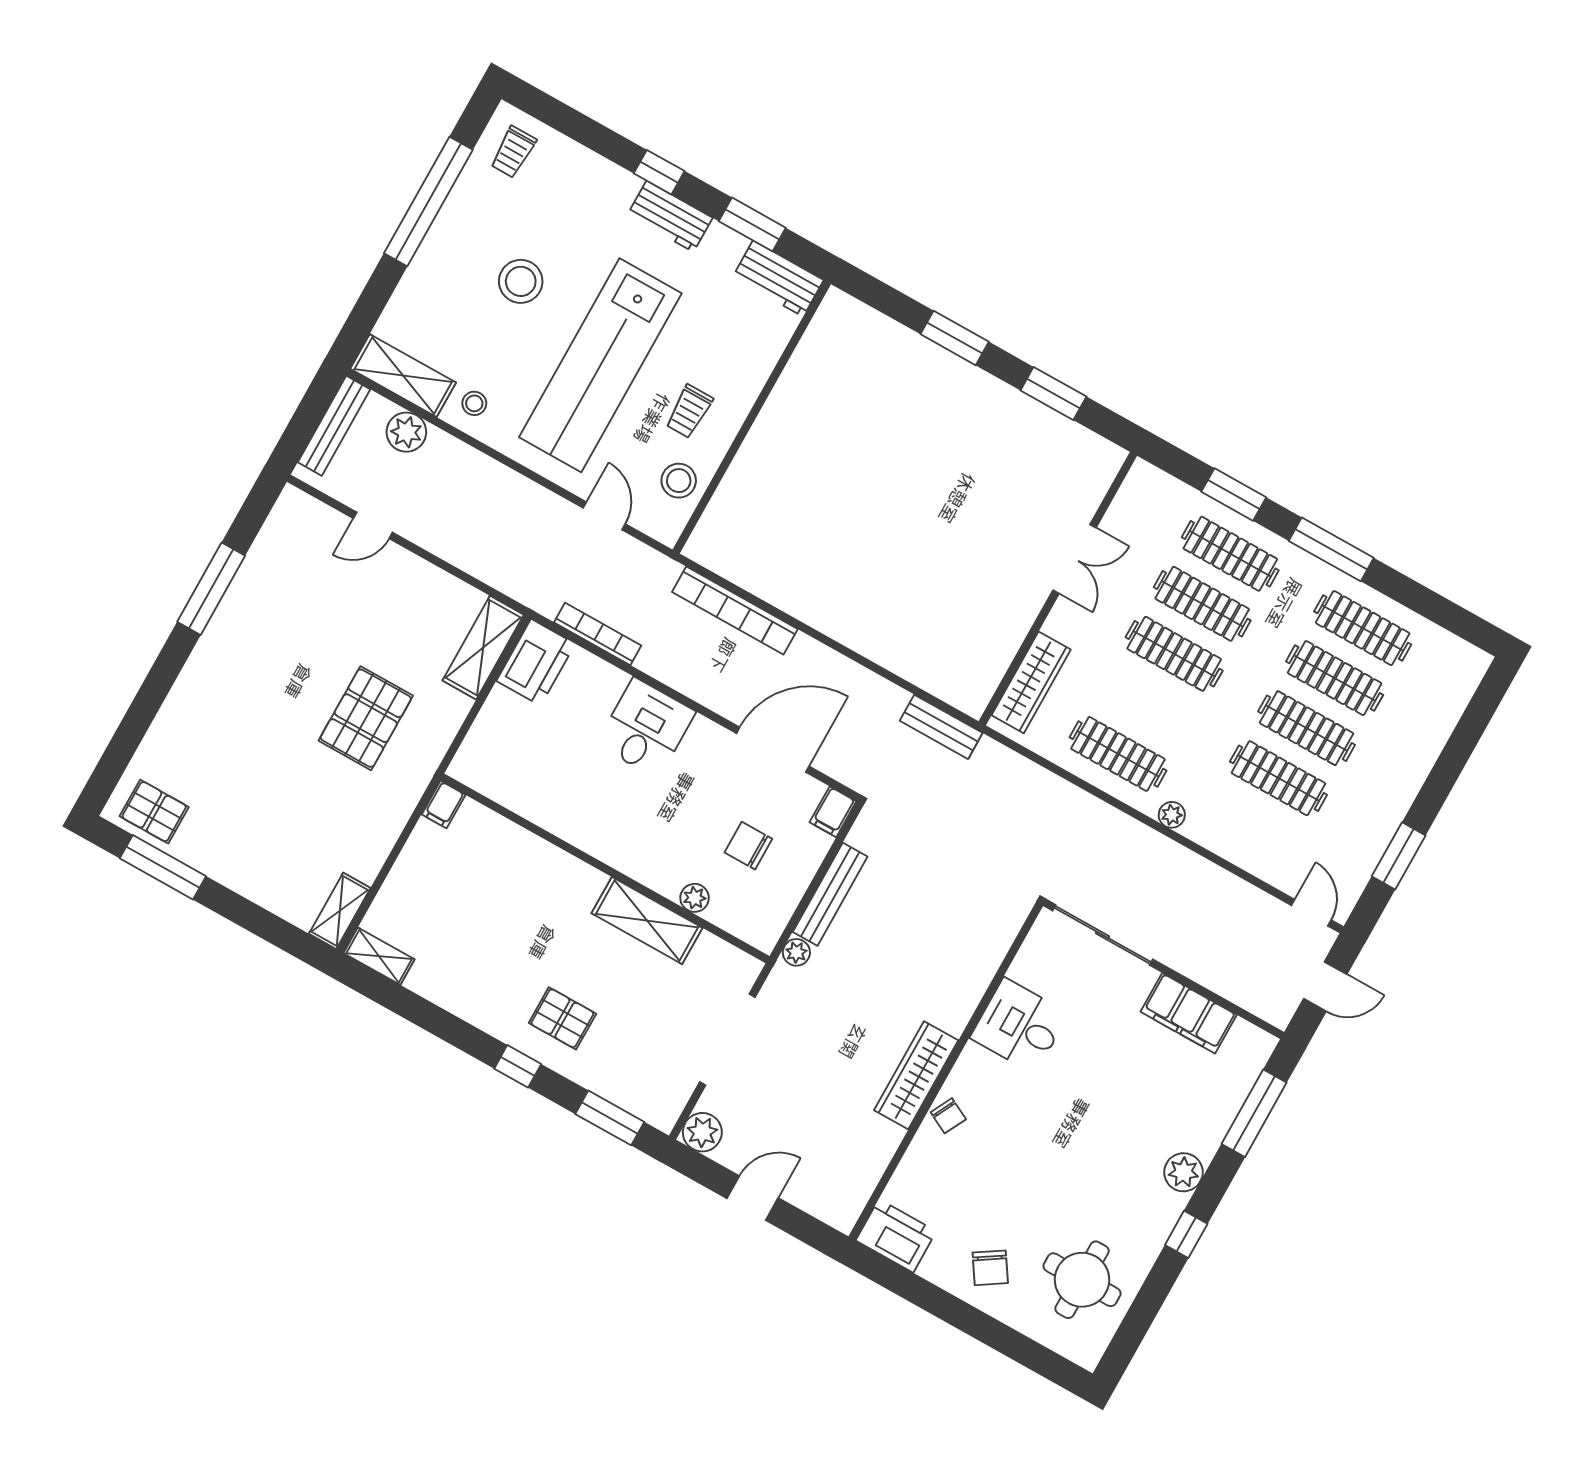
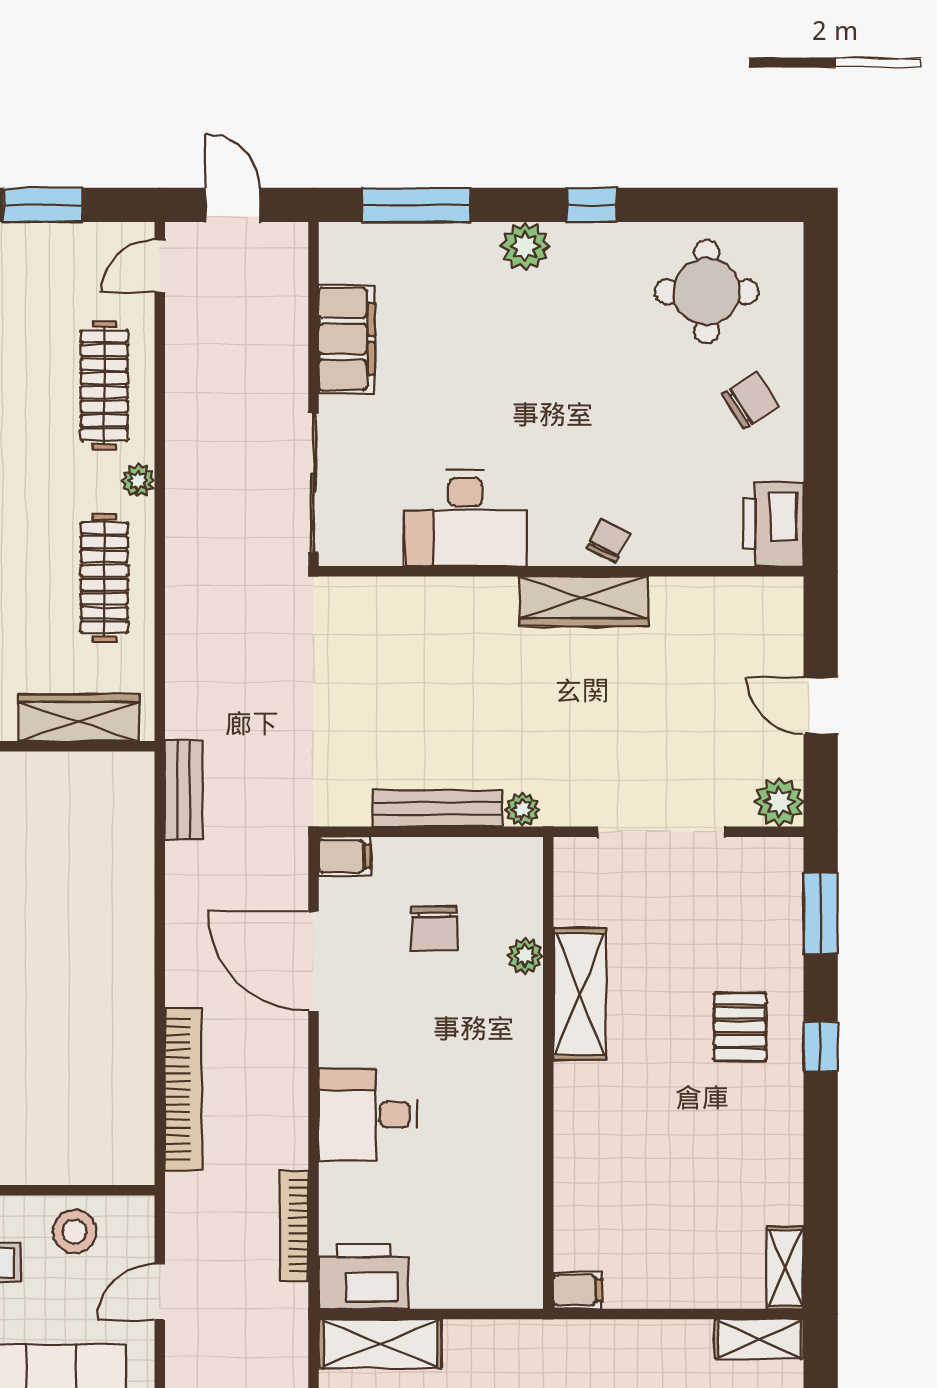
clothes rail: (1278, 778) -> (104, 385), moved
desk: (1019, 1026) -> (465, 518), width x1.37

